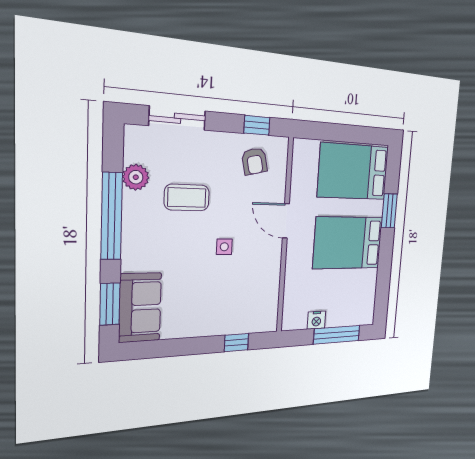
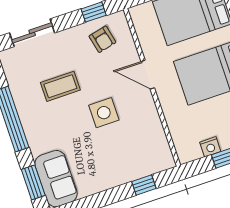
plant: (136, 177) -> (18, 86), removed
side table: (224, 247) -> (104, 113), width x1.87, depth x1.87

